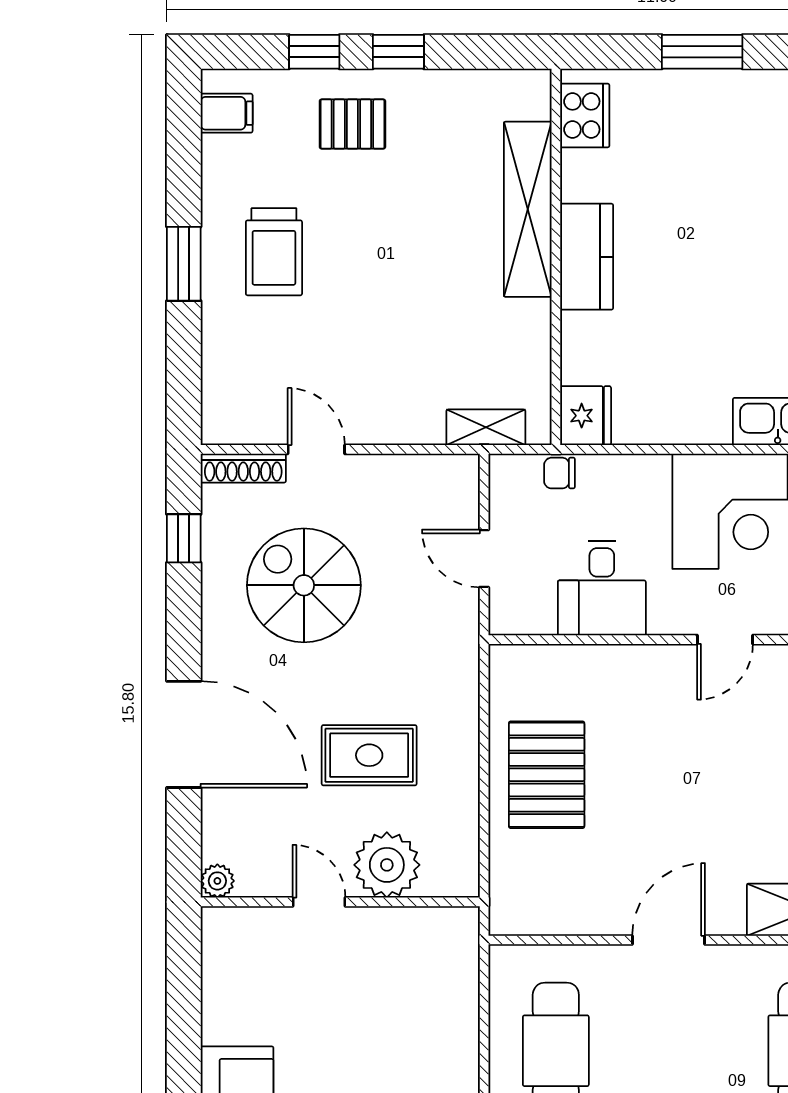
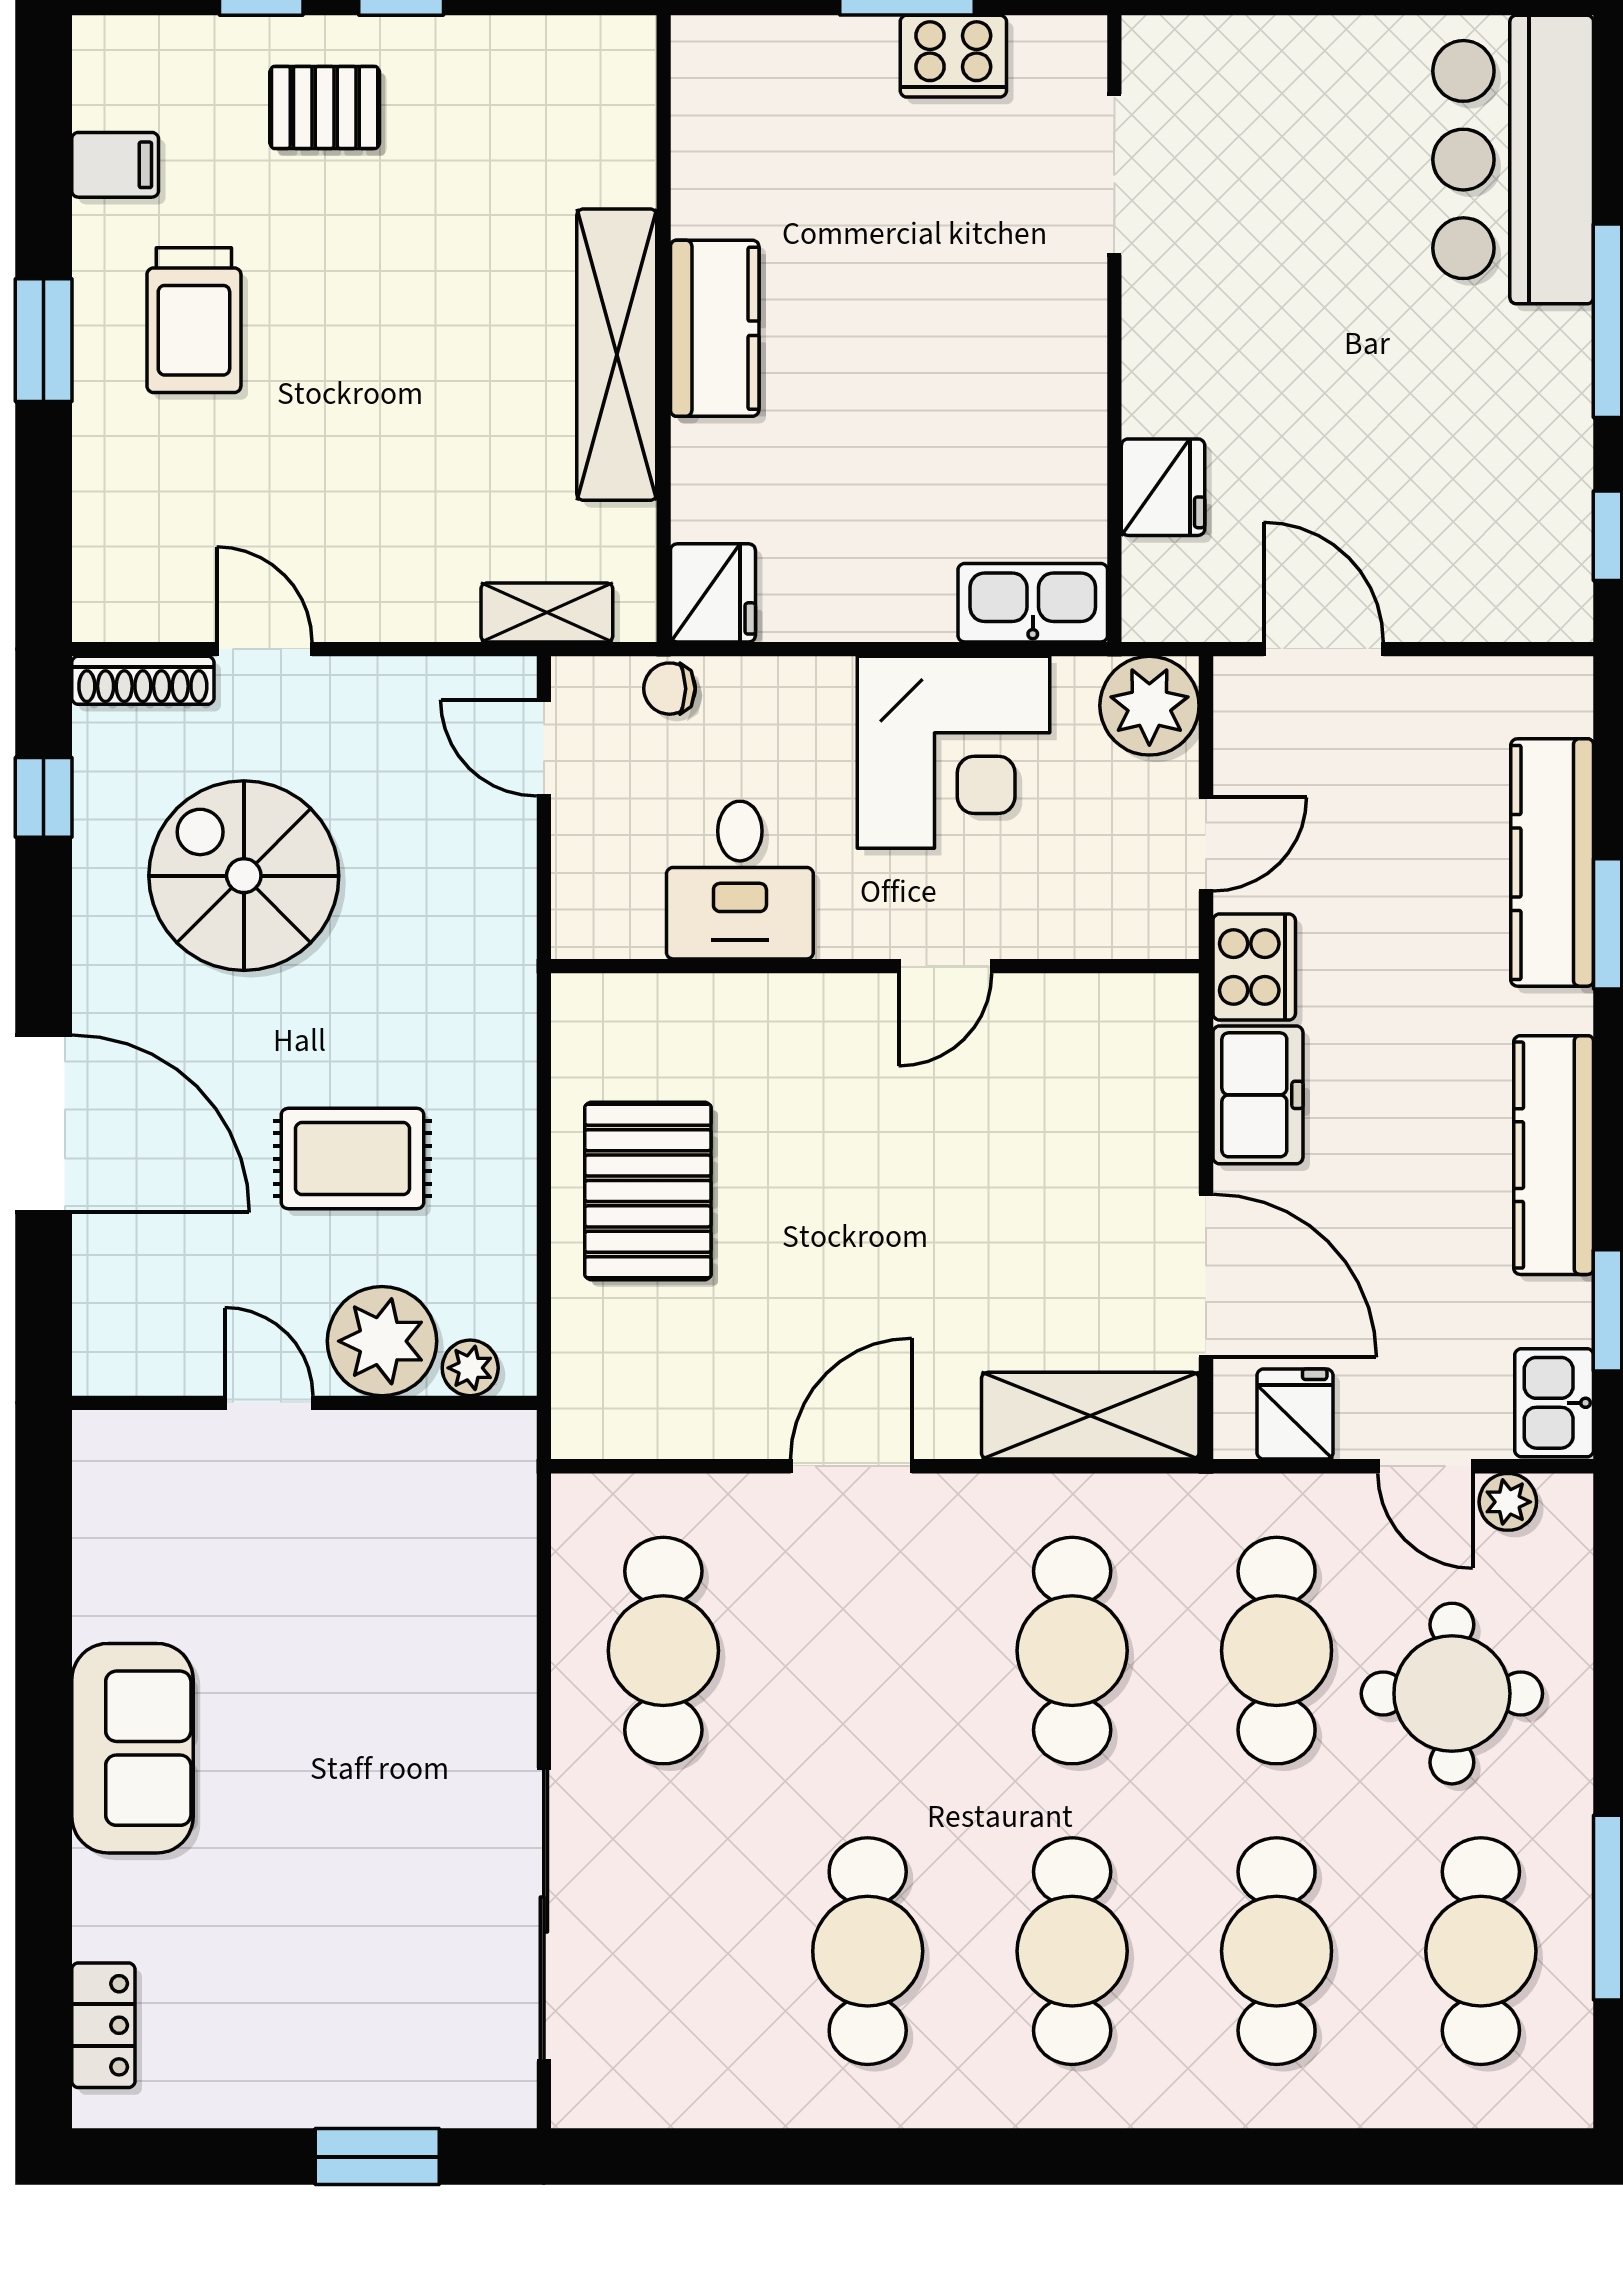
filing cabinet: (227, 113) -> (115, 165), moved
cooker: (585, 115) -> (953, 56), moved, turned 90
shelving: (528, 209) -> (617, 355), moved
door: (484, 558) -> (544, 748), moved
plant: (217, 881) -> (470, 1368), moved

